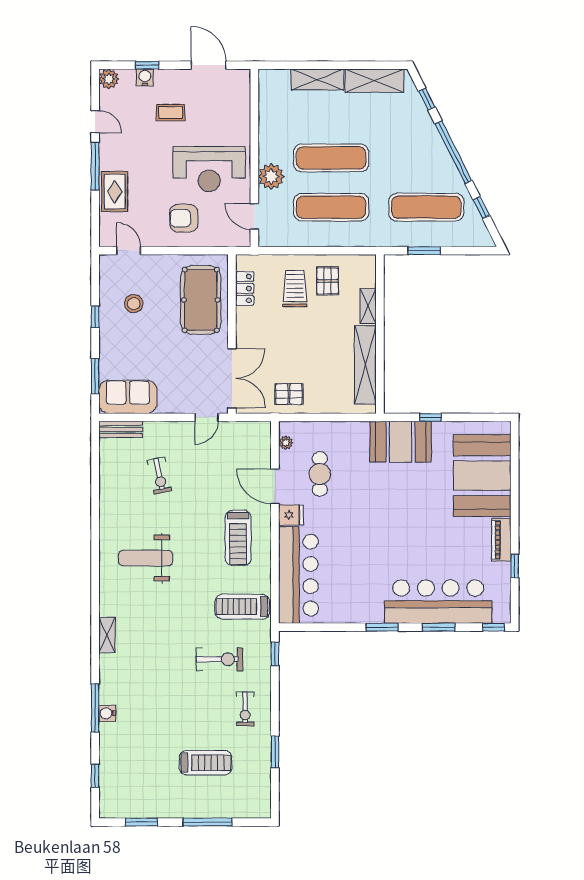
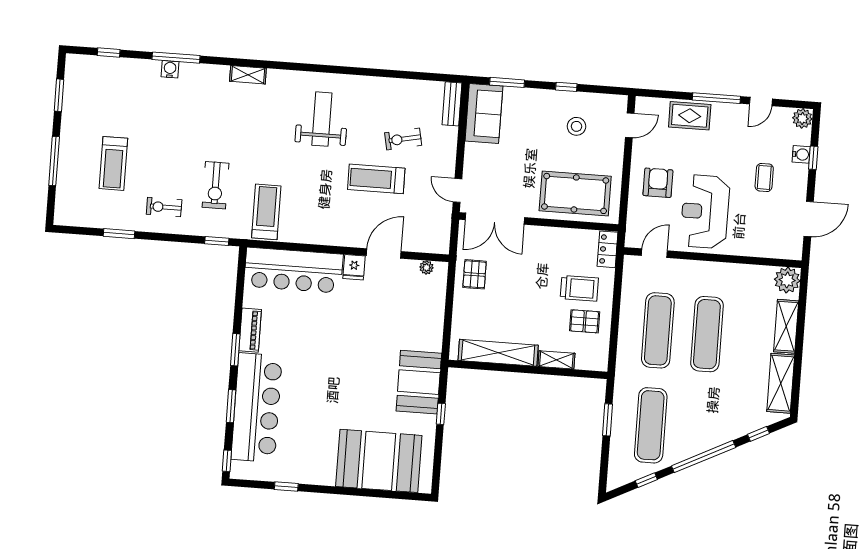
plant: (271, 177) -> (787, 280), moved
locker: (245, 288) -> (608, 249), moved, turned 90
cafe table: (320, 474) -> (393, 299), removed
treadmill: (238, 538) -> (376, 179), moved
piano: (501, 540) -> (250, 330), moved, turned 90

